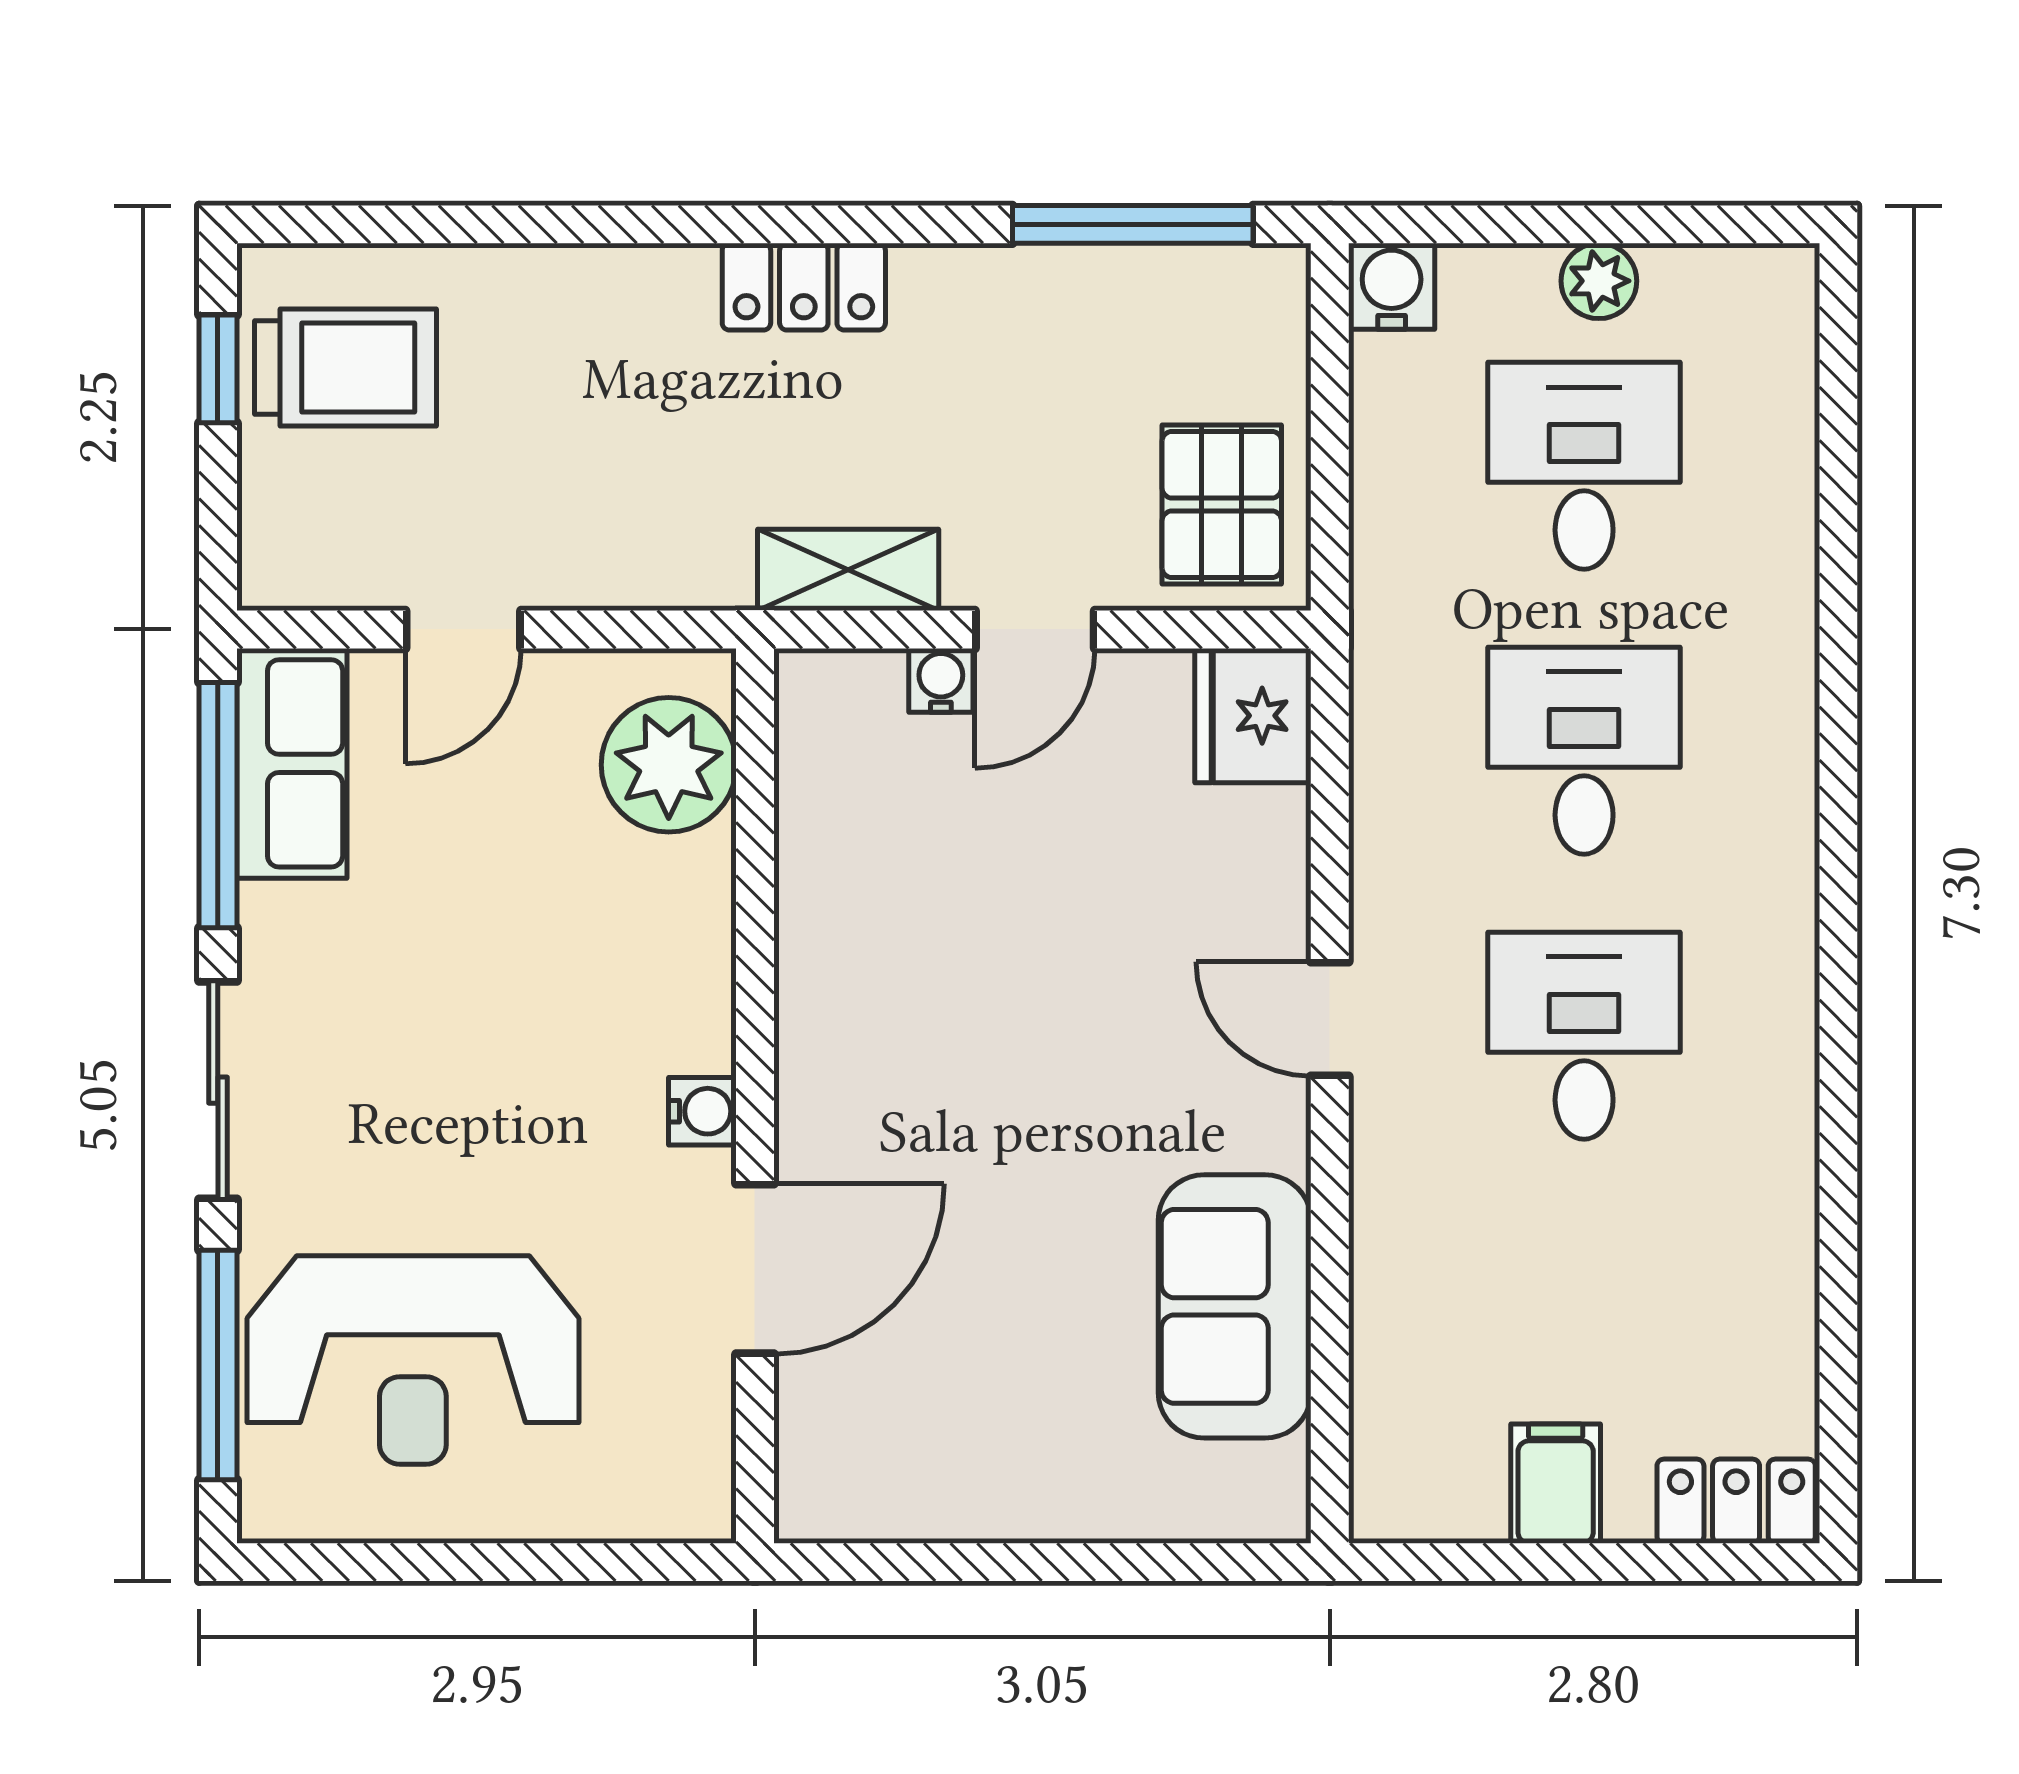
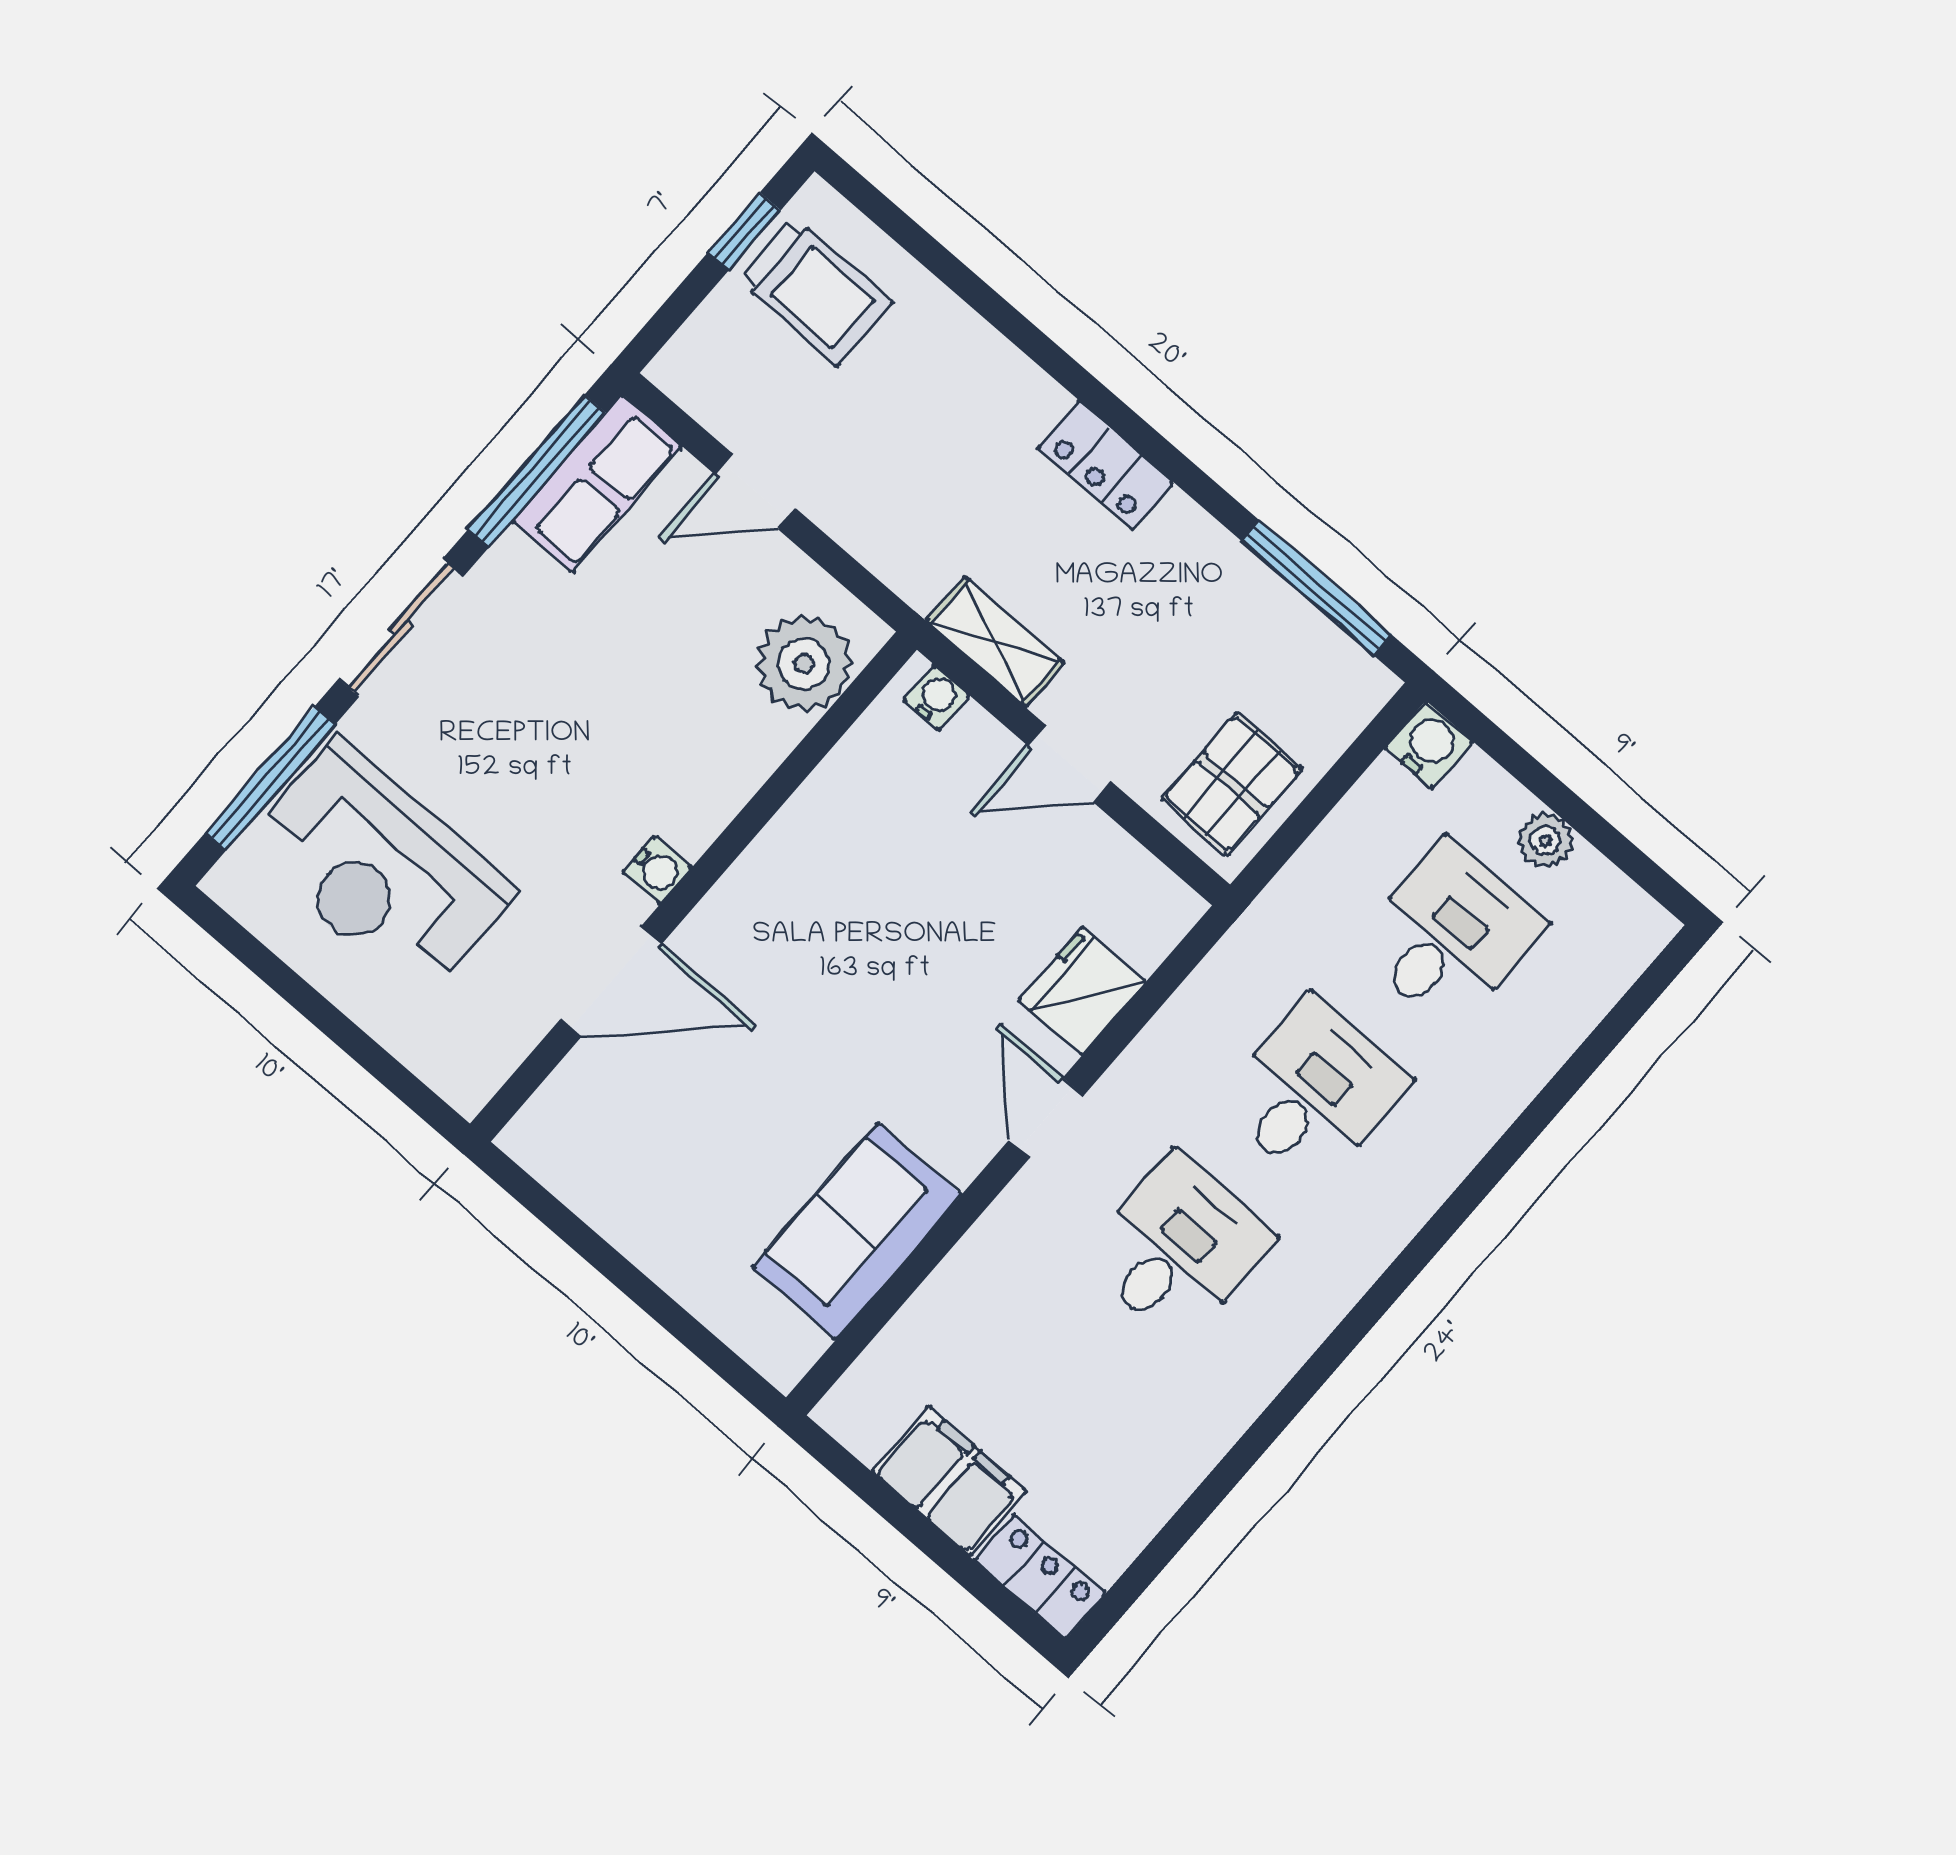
water cooler: (941, 680) -> (936, 697), moved
fridge: (1253, 716) -> (1082, 991), moved
filing cabinet: (1556, 1484) -> (949, 1481), width x2.00

